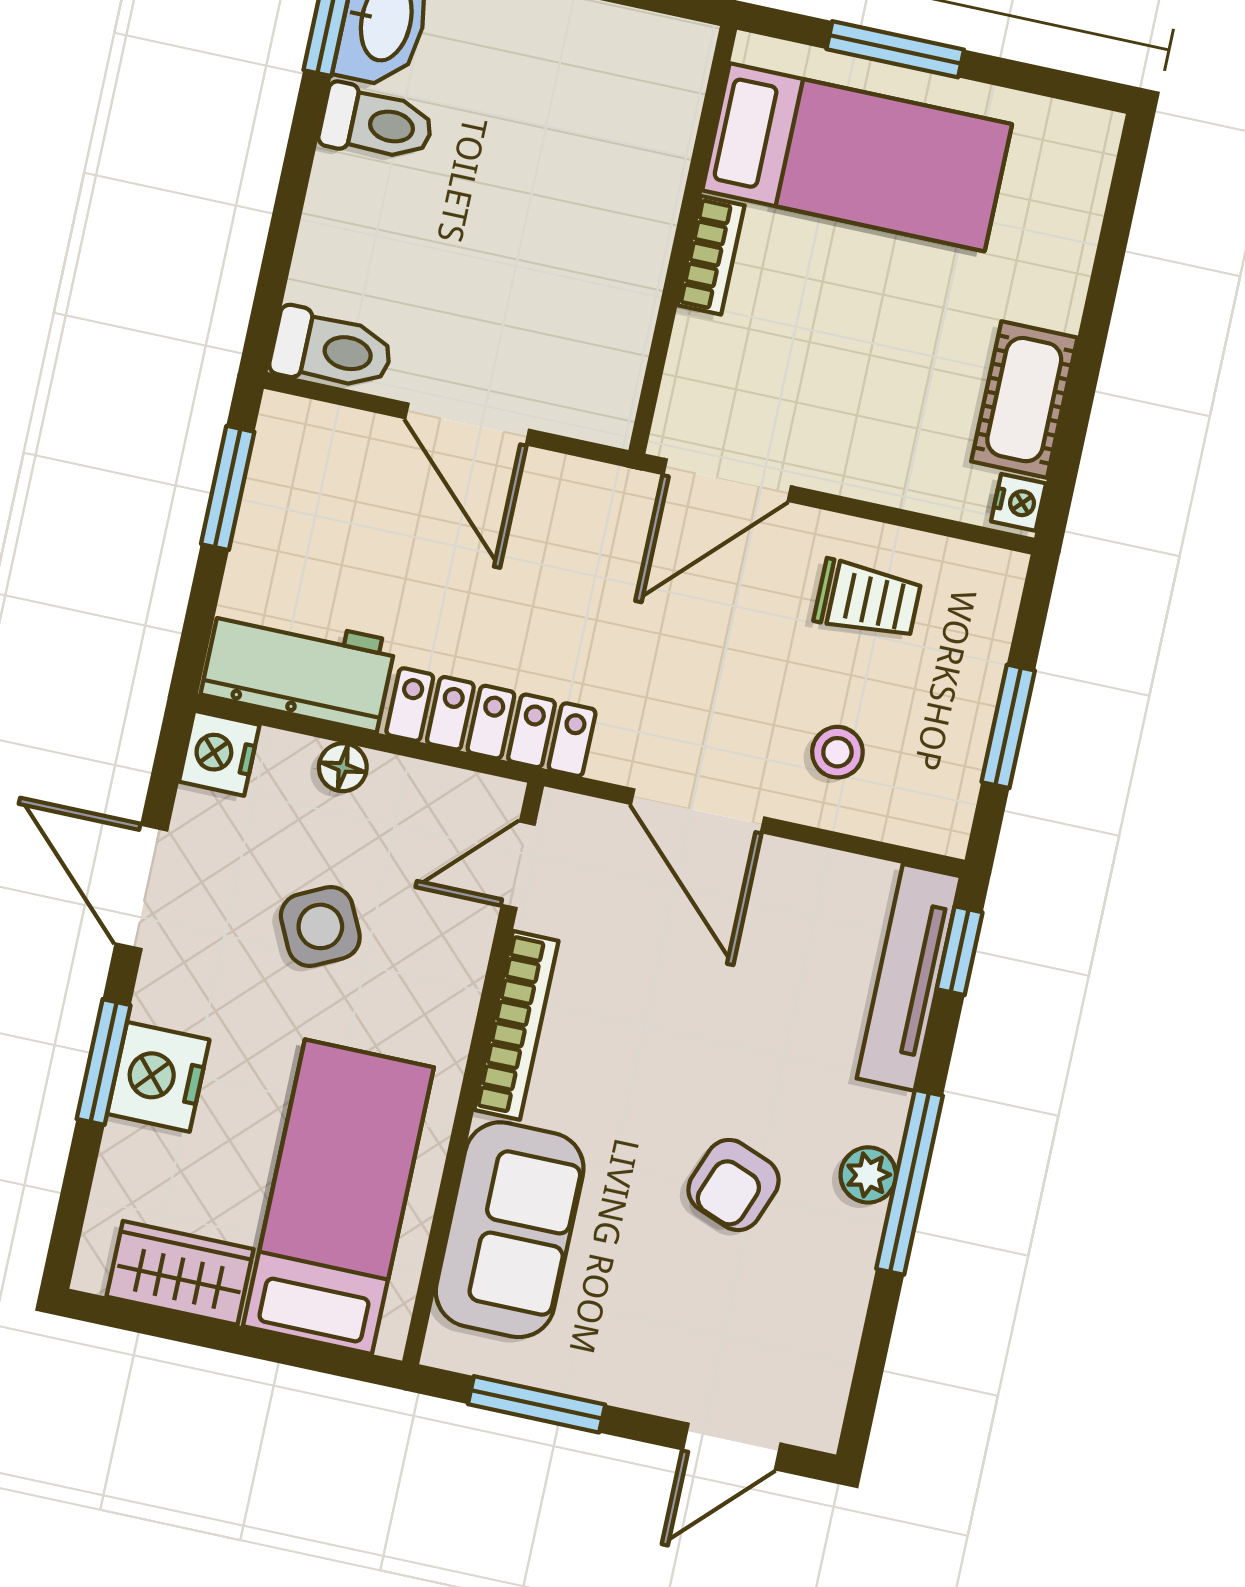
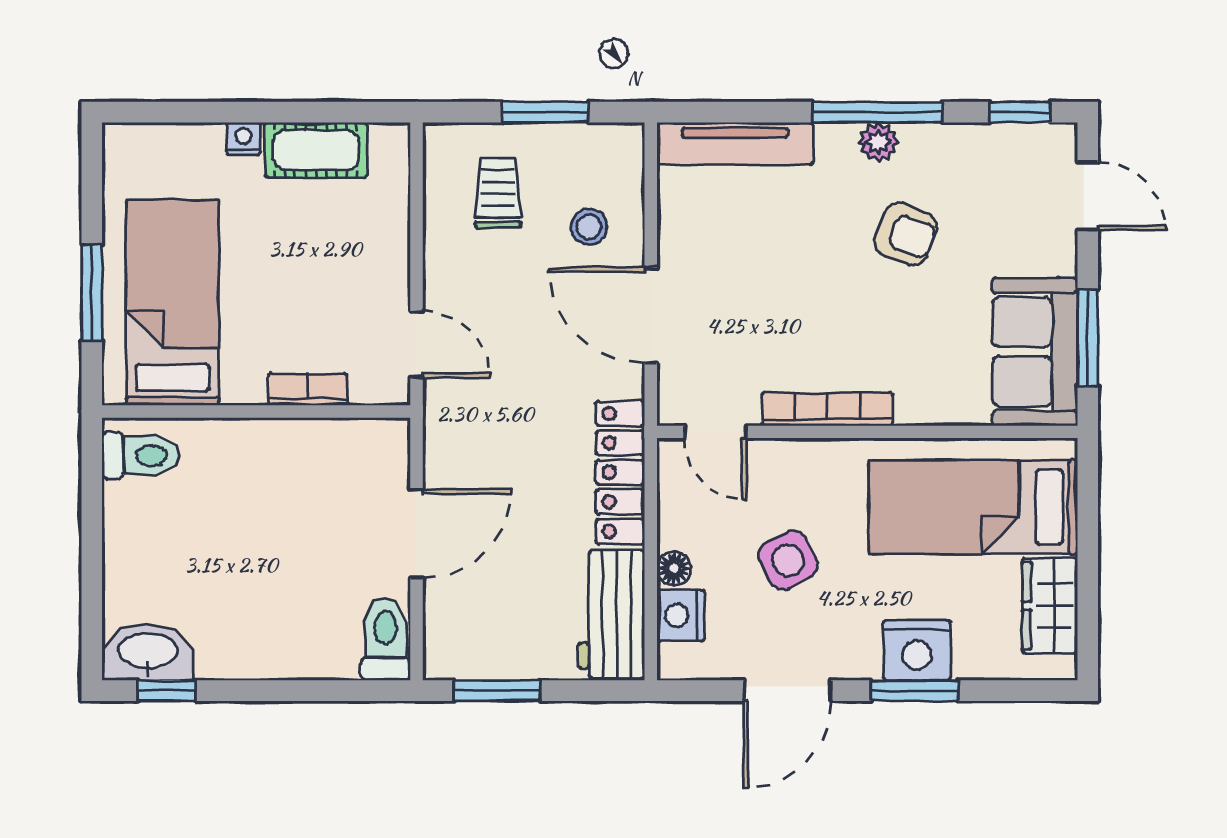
toilet: (377, 123) -> (140, 456), moved, turned 90
bookcase: (711, 255) -> (308, 389), moved
door: (727, 480) -> (417, 344), width x0.73
nightstand: (1018, 502) -> (243, 139), moved
trolley: (868, 600) -> (498, 193), moved
nightstand: (219, 753) -> (681, 615), moved, turned 90
door: (698, 811) -> (651, 315), swing flipped
window: (960, 951) -> (1020, 112), moved
sofa: (510, 1230) -> (1035, 352), moved, turned -90

